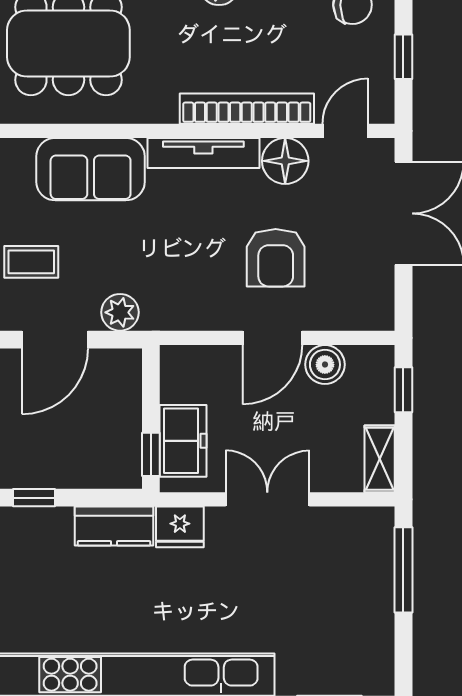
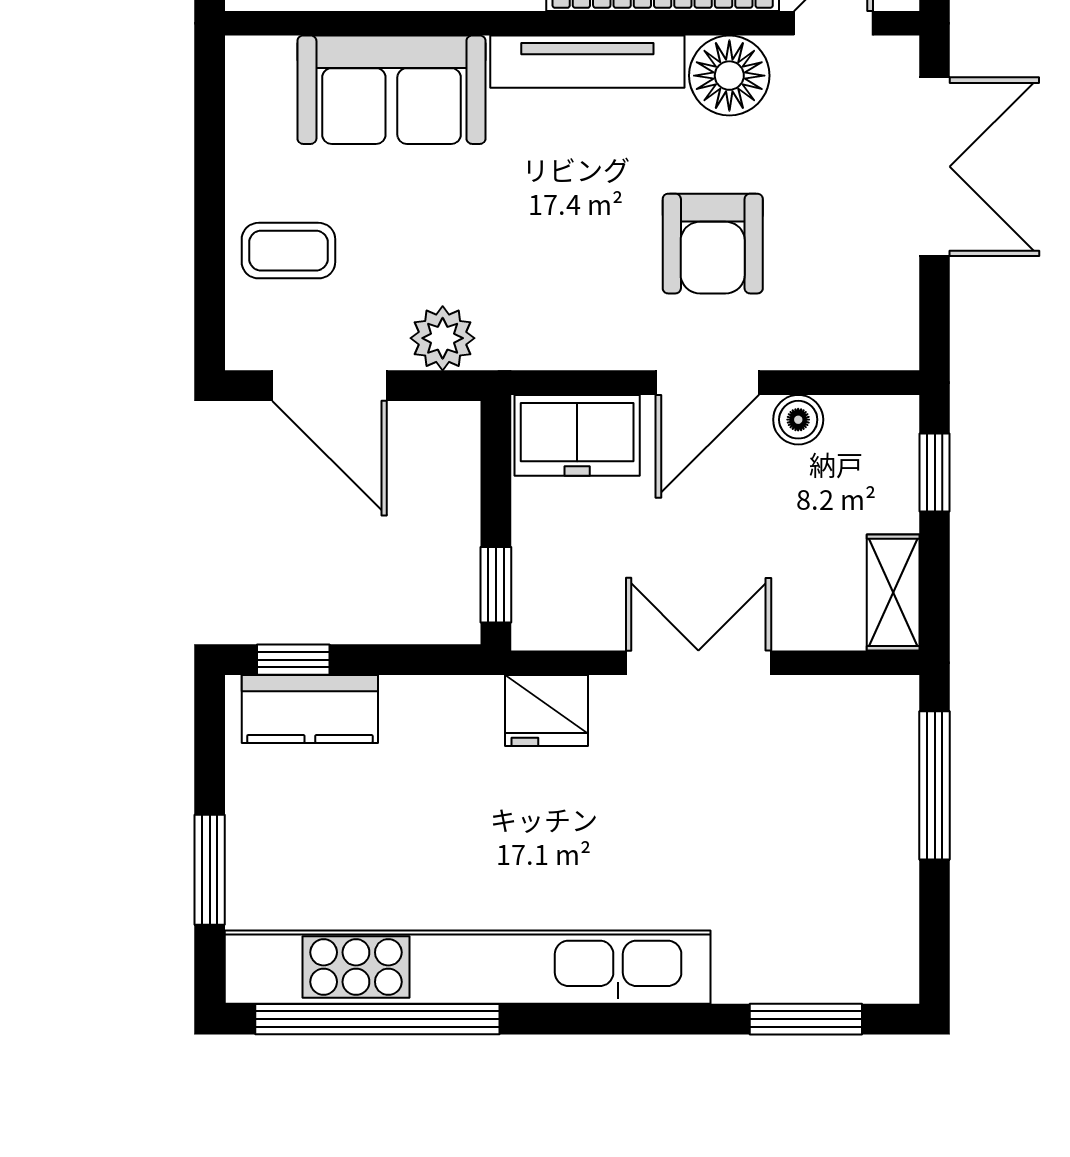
door: (55, 340) -> (330, 386), hinge flipped
boiler: (325, 365) -> (798, 420), width x0.73, depth x0.73
freezer: (183, 441) -> (577, 435), moved, turned 90
kitchen counter: (114, 526) -> (310, 709), moved

